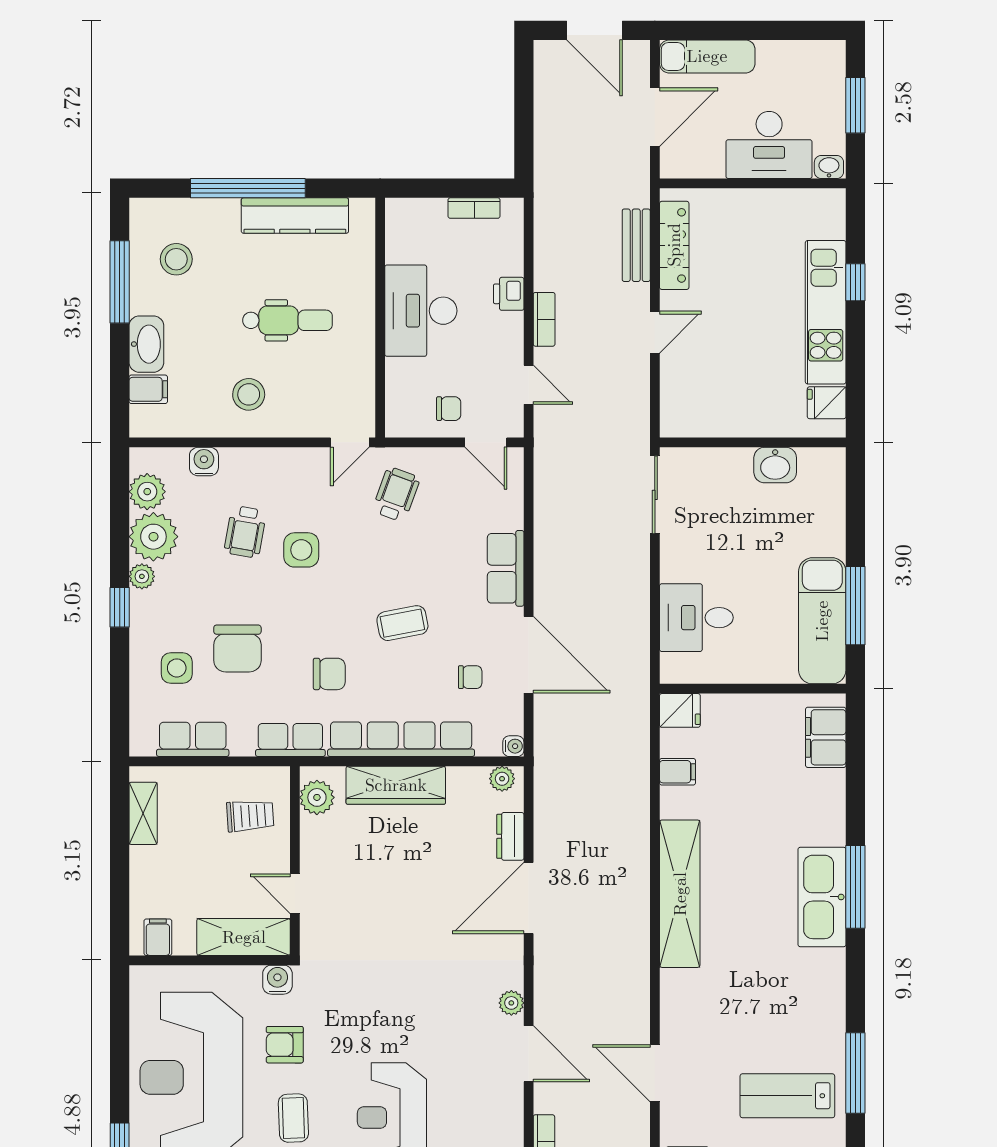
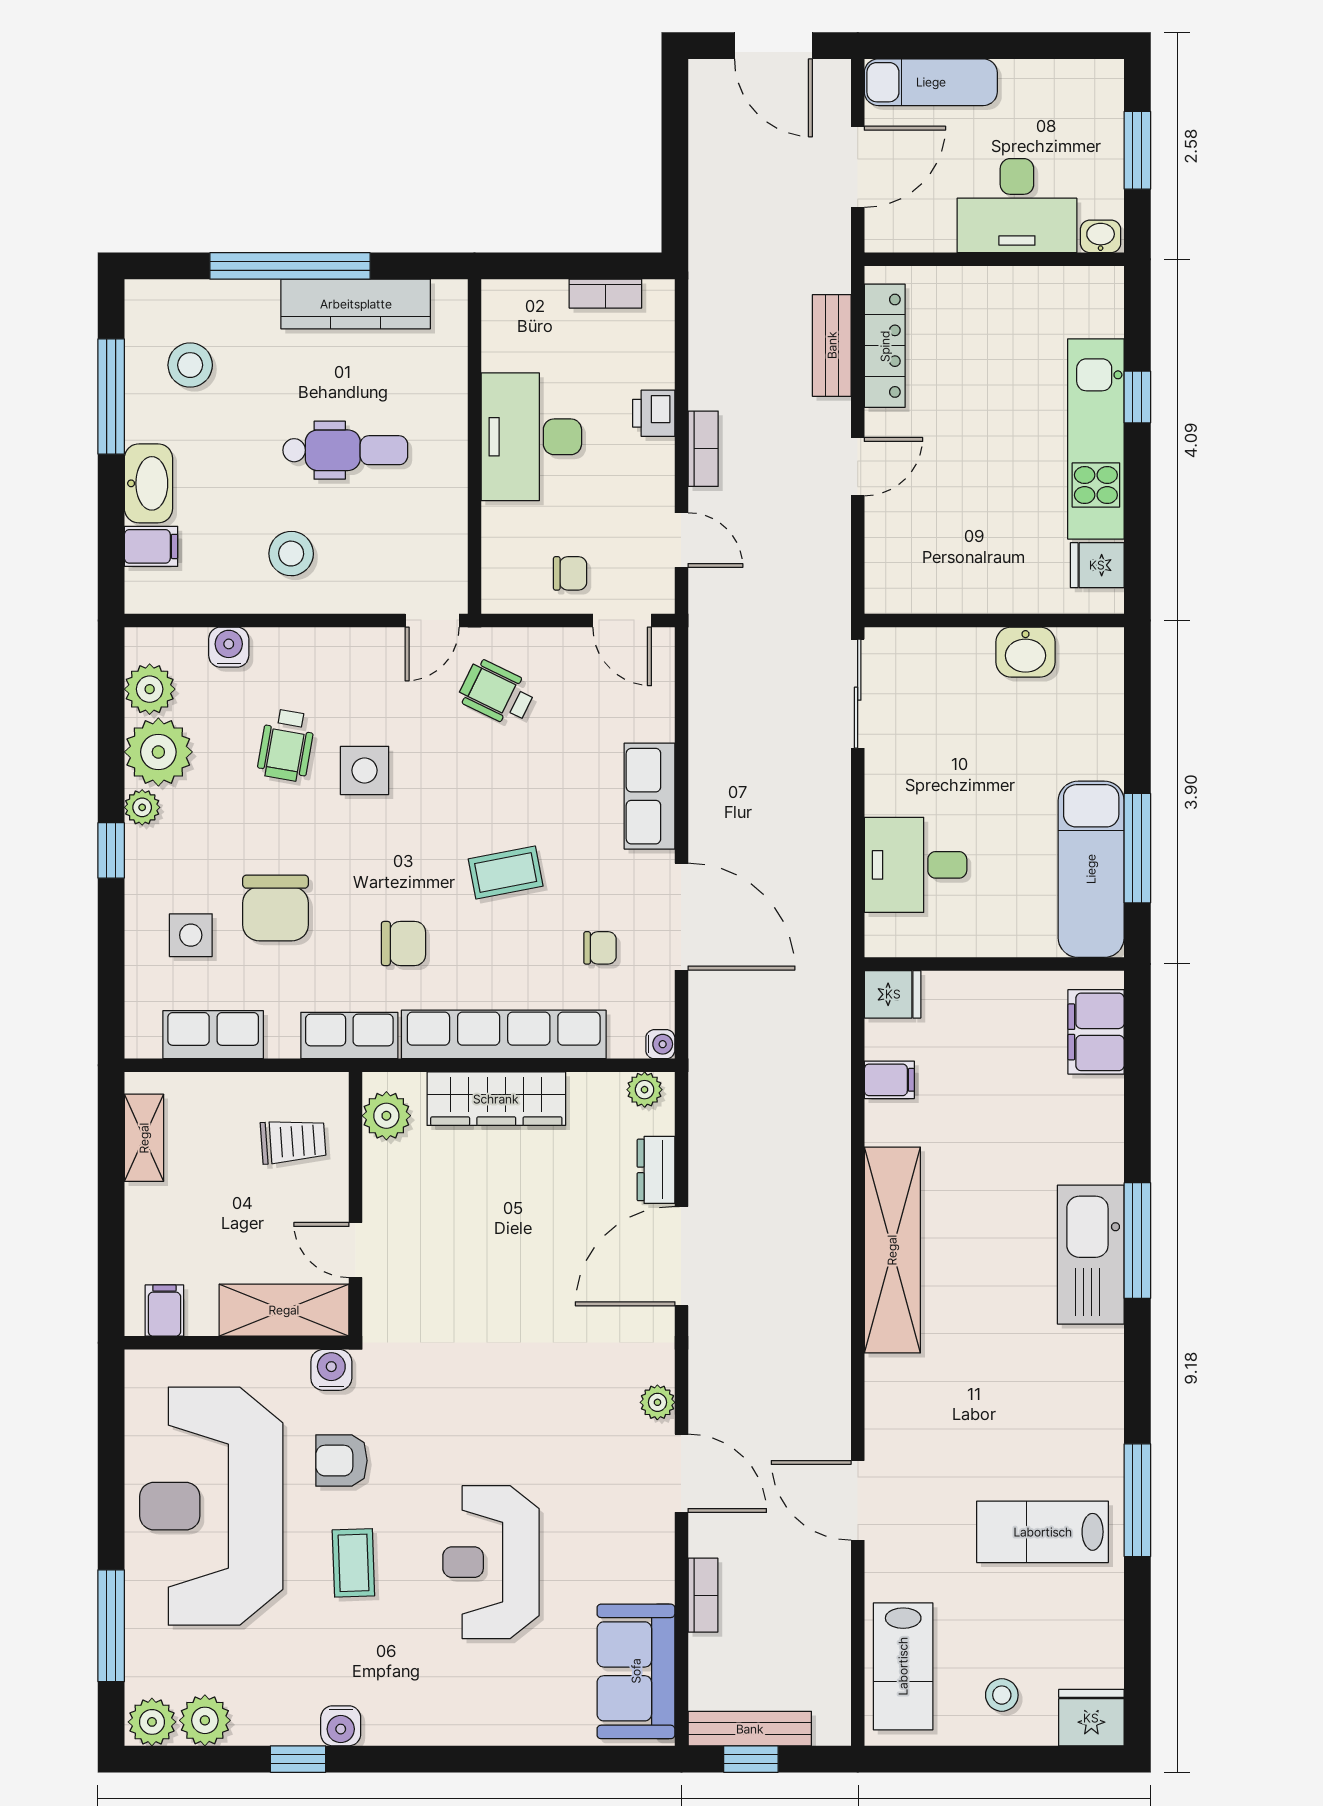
wheelchair: (396, 494) -> (497, 693), turned -84

